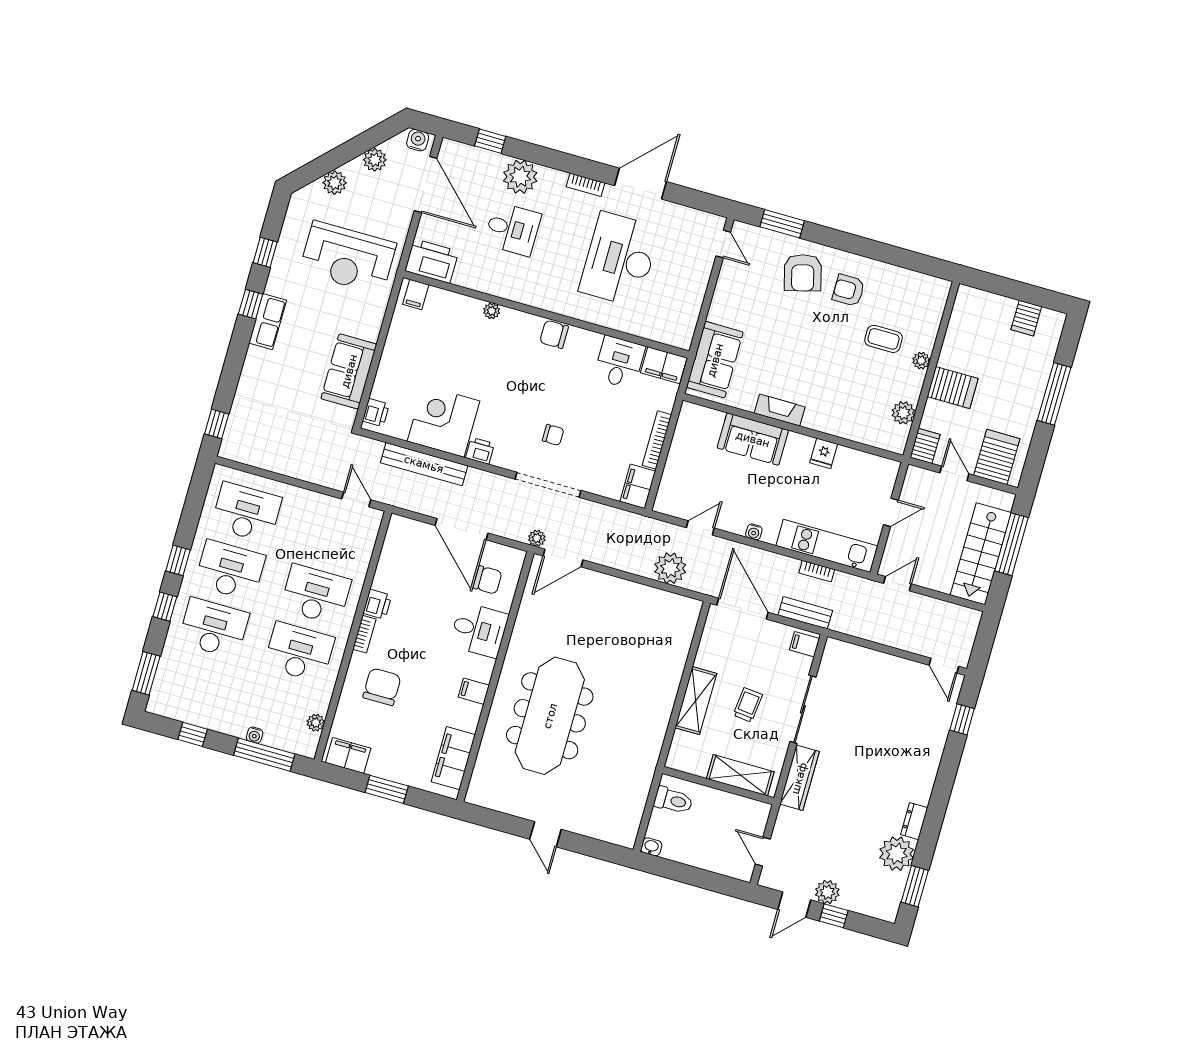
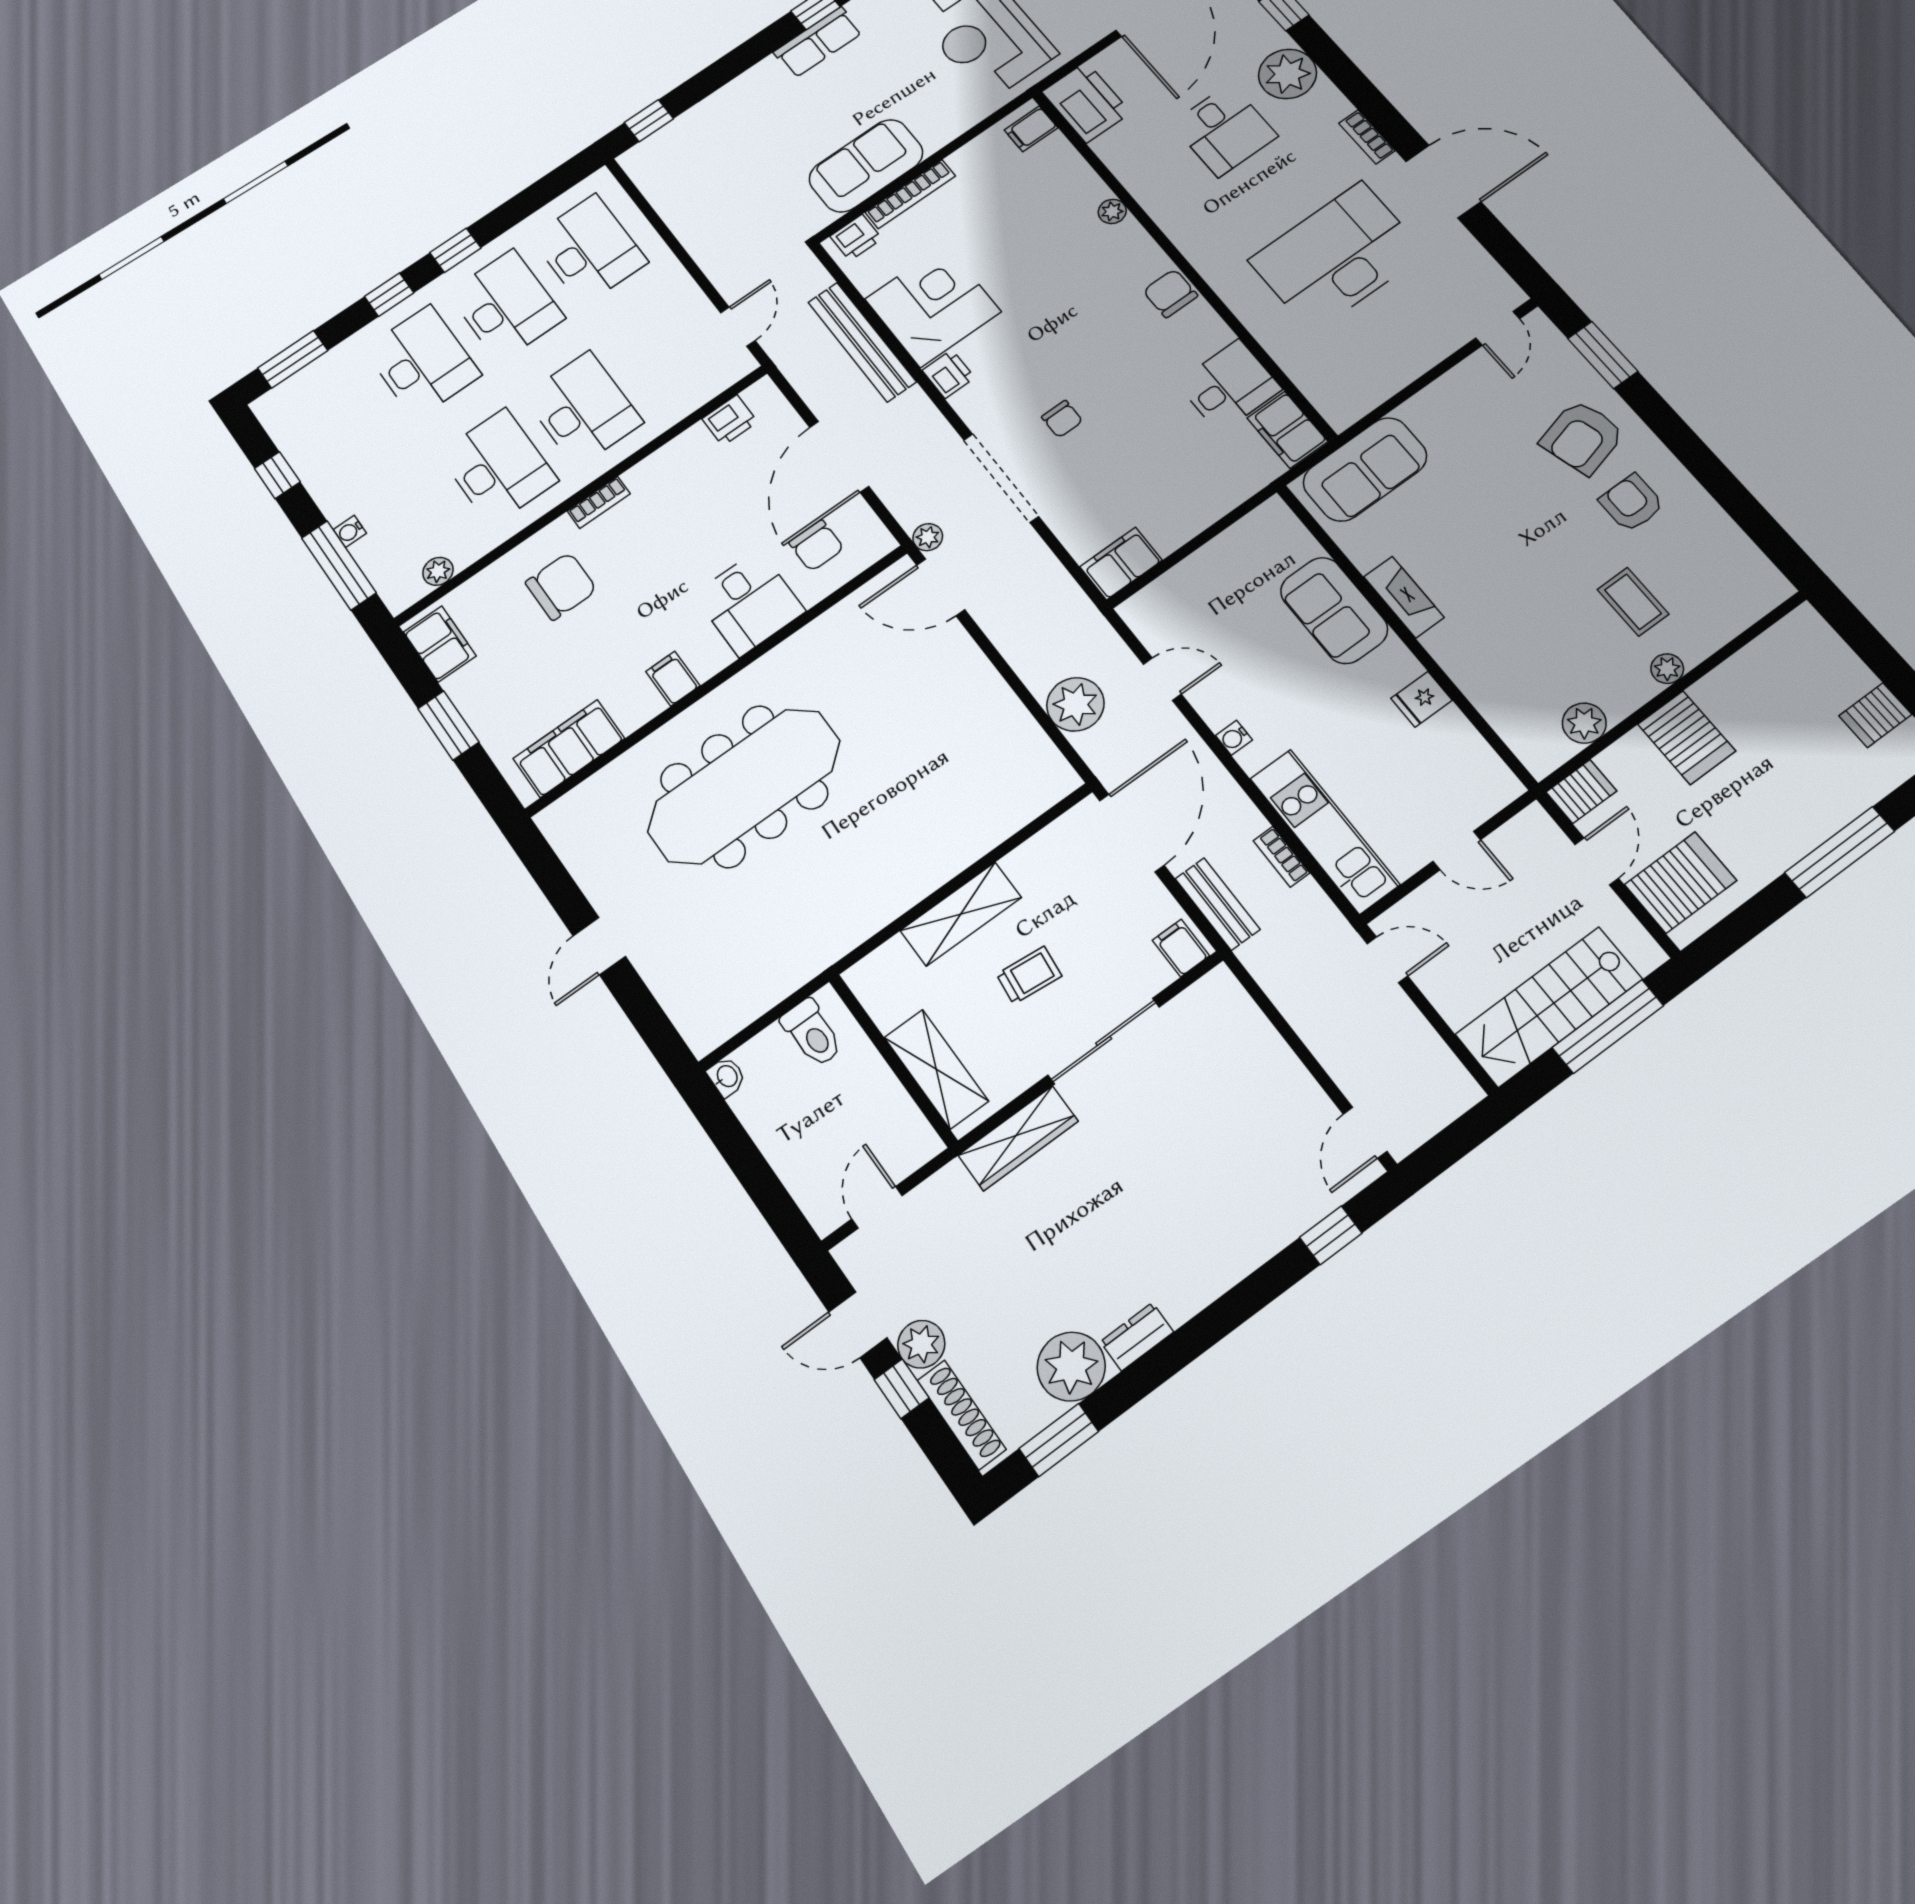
bookcase: (657, 440) -> (910, 194), moved, turned 180
printer: (377, 604) -> (730, 420), moved
shoe rack: (867, 907) -> (962, 1415), added

